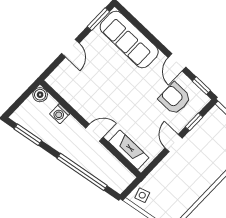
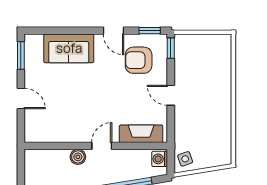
sofa: (129, 39) -> (69, 48), width x0.73
boiler: (40, 95) -> (78, 157), moved
washing machine: (60, 114) -> (160, 159), moved, turned 90
window: (194, 122) -> (171, 48), moved

